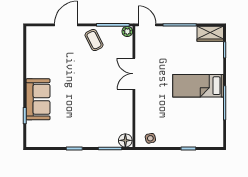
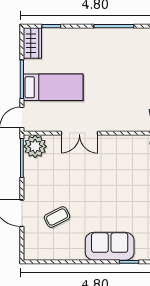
plant: (127, 31) -> (35, 146), width x1.87, depth x1.87
coffee table: (94, 40) -> (57, 217), moved
bed: (198, 86) -> (53, 87), moved, turned -90

